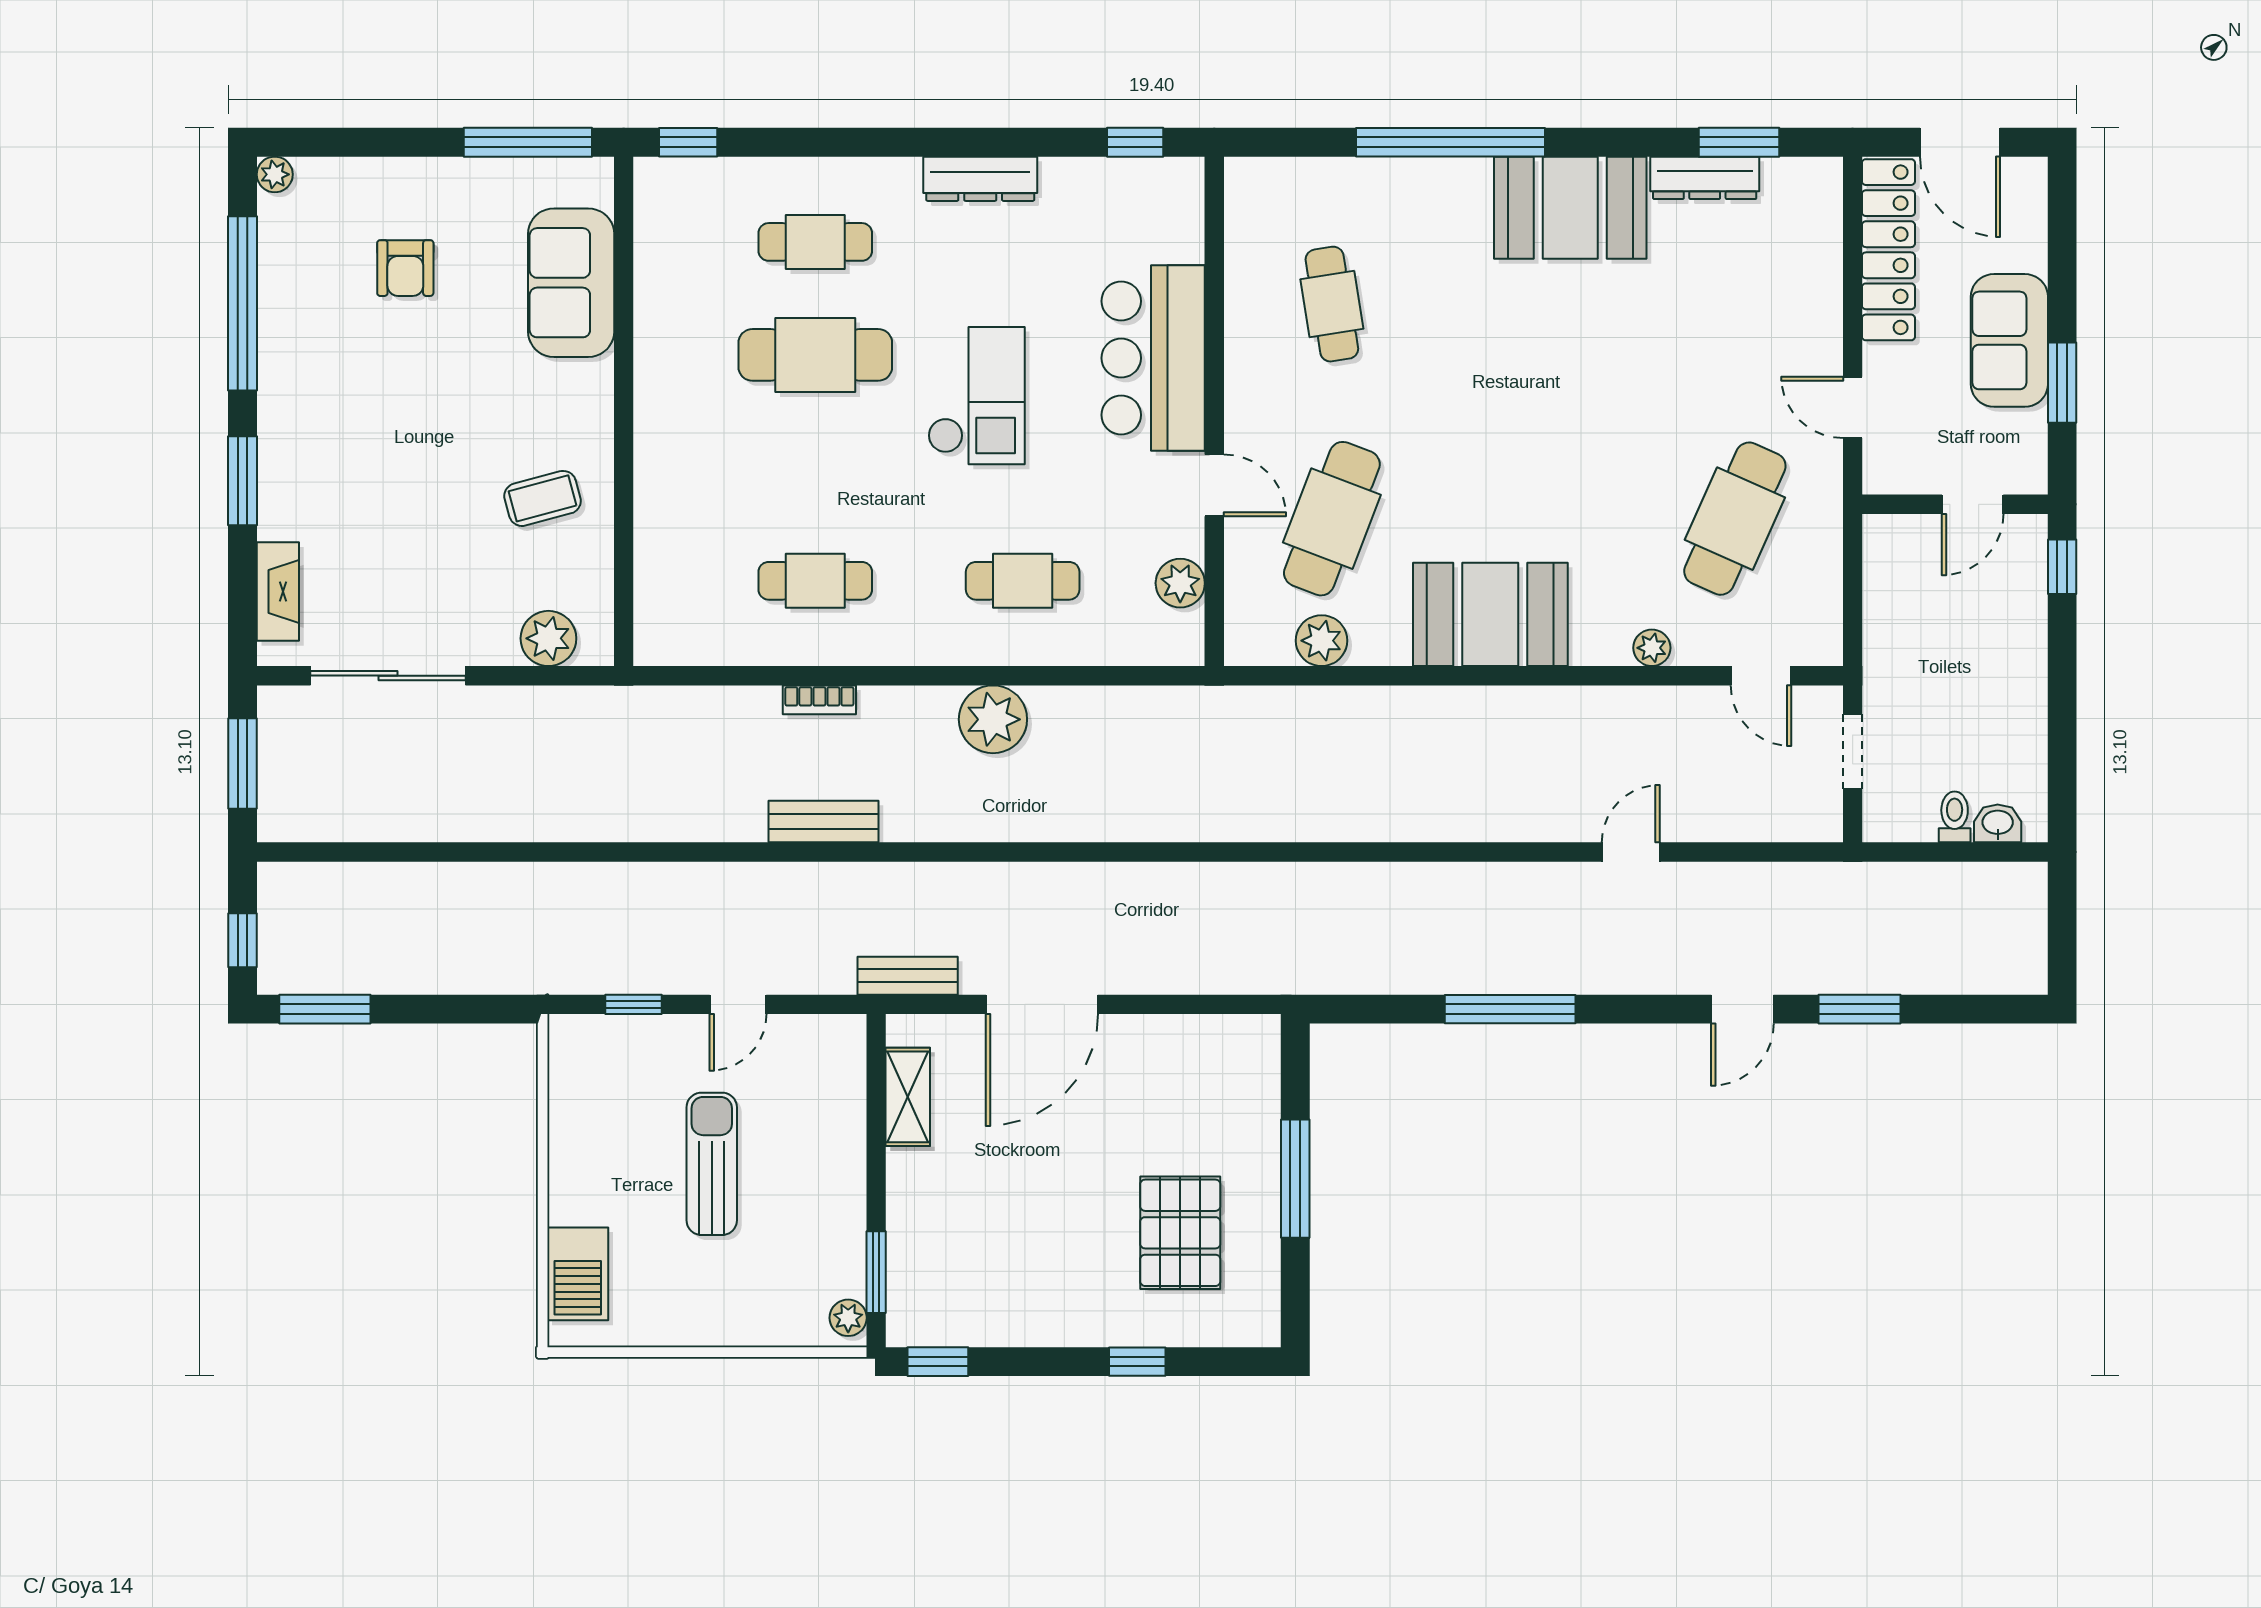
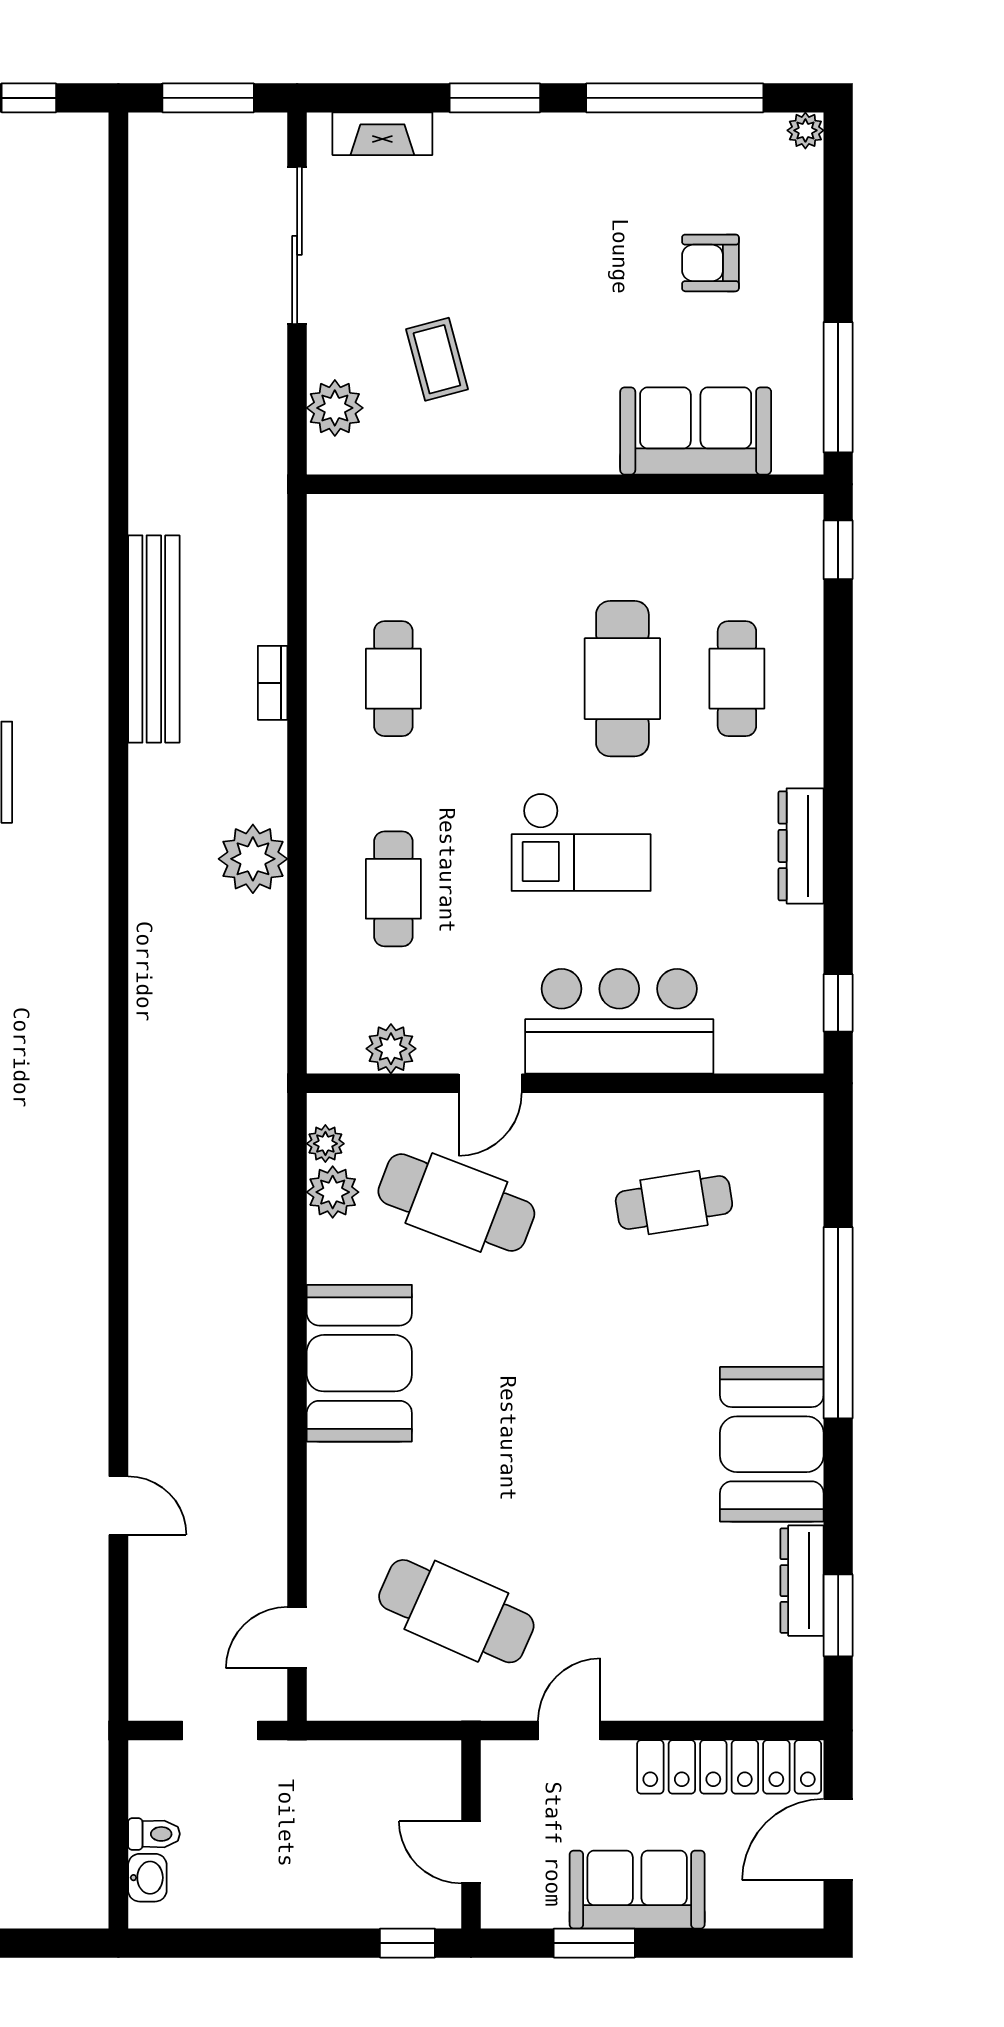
coffee table: (543, 498) -> (437, 359), moved
plant: (1652, 648) -> (325, 1144), moved
bench: (824, 822) -> (154, 639), width x1.86, depth x1.21

